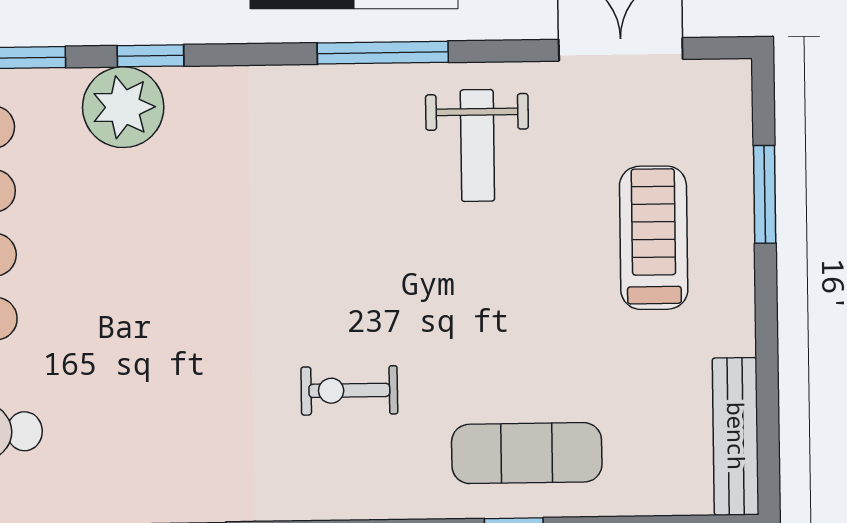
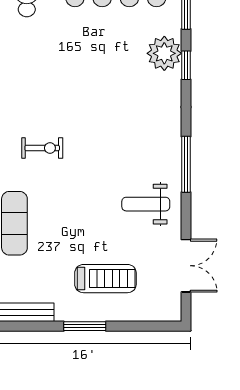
window: (765, 194) -> (85, 326), moved
exercise bike: (349, 390) -> (42, 148), turned 90

